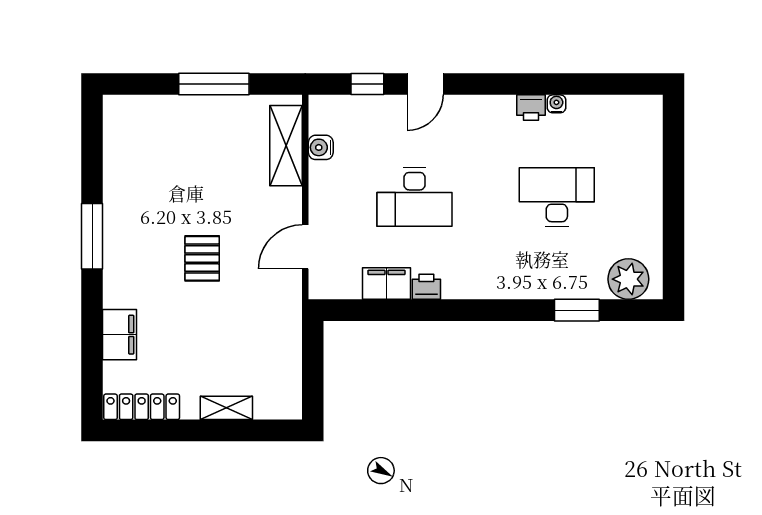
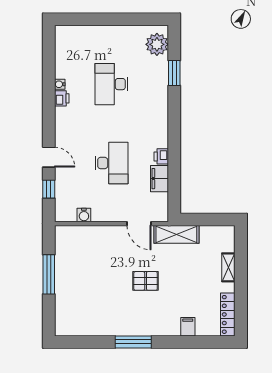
shelving: (286, 146) -> (176, 234), moved
filing cabinet: (119, 335) -> (188, 327), width x0.50

